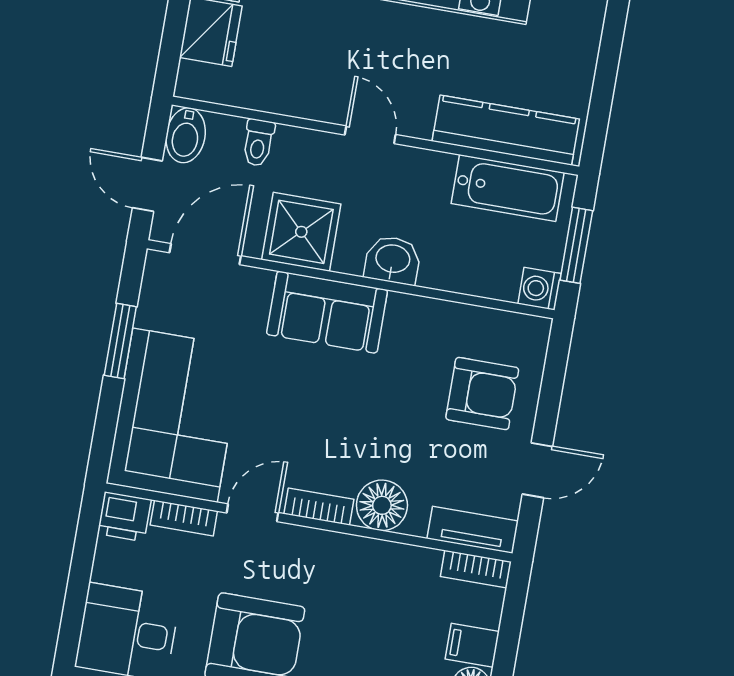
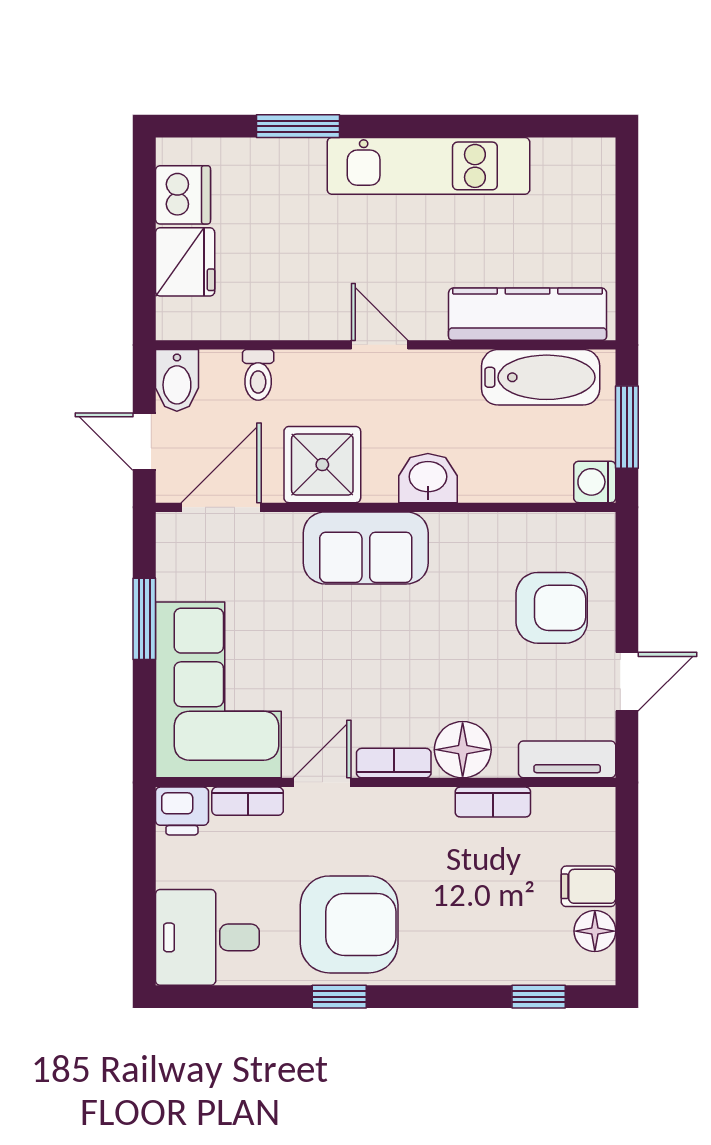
bookcase: (476, 569) -> (493, 802), moved

